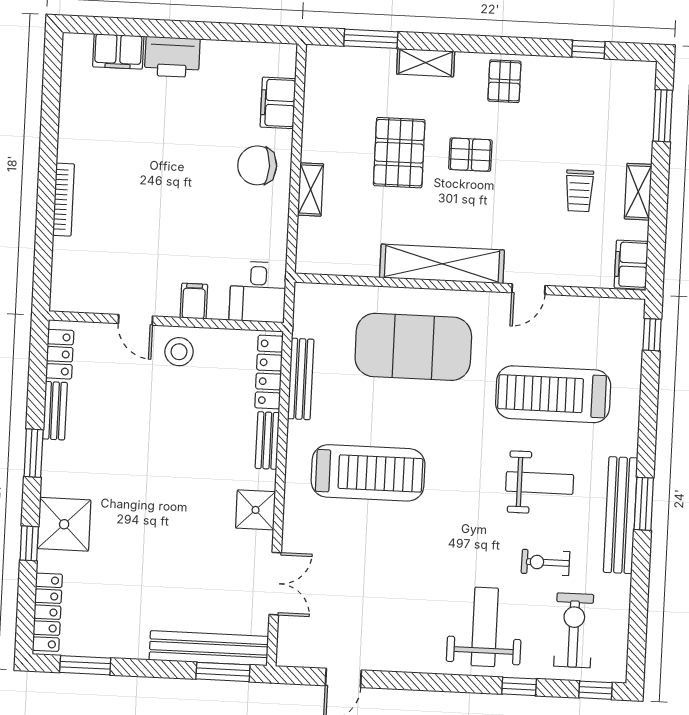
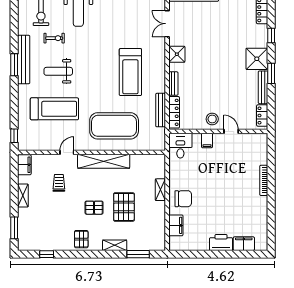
trolley: (579, 191) -> (59, 183), moved
bench: (55, 411) -> (263, 87), width x1.36
treadmill: (368, 473) -> (130, 72), turned -90
shower: (64, 524) -> (257, 59), moved

